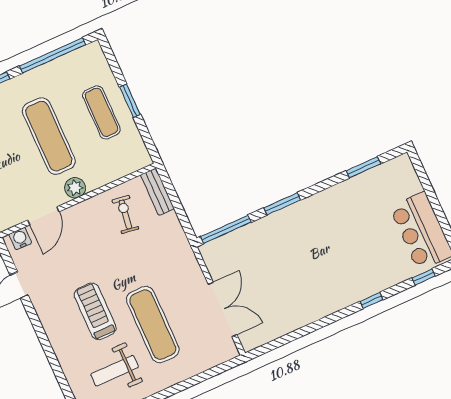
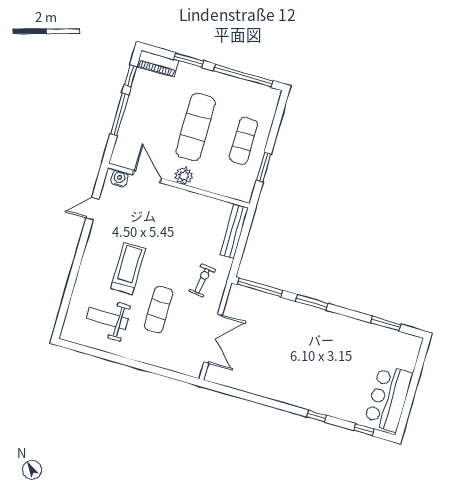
window: (130, 101) -> (264, 167), moved
bench: (157, 192) -> (234, 231), width x1.36
exercise bike: (125, 214) -> (202, 281), moved
door: (43, 216) -> (147, 177), swing flipped
exercise mat: (153, 325) -> (159, 310), width x0.73, depth x0.69

